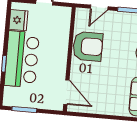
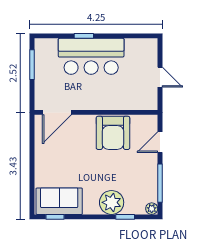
door: (99, 7) -> (160, 142), hinge flipped
fridge: (18, 20) -> (137, 48), removed

